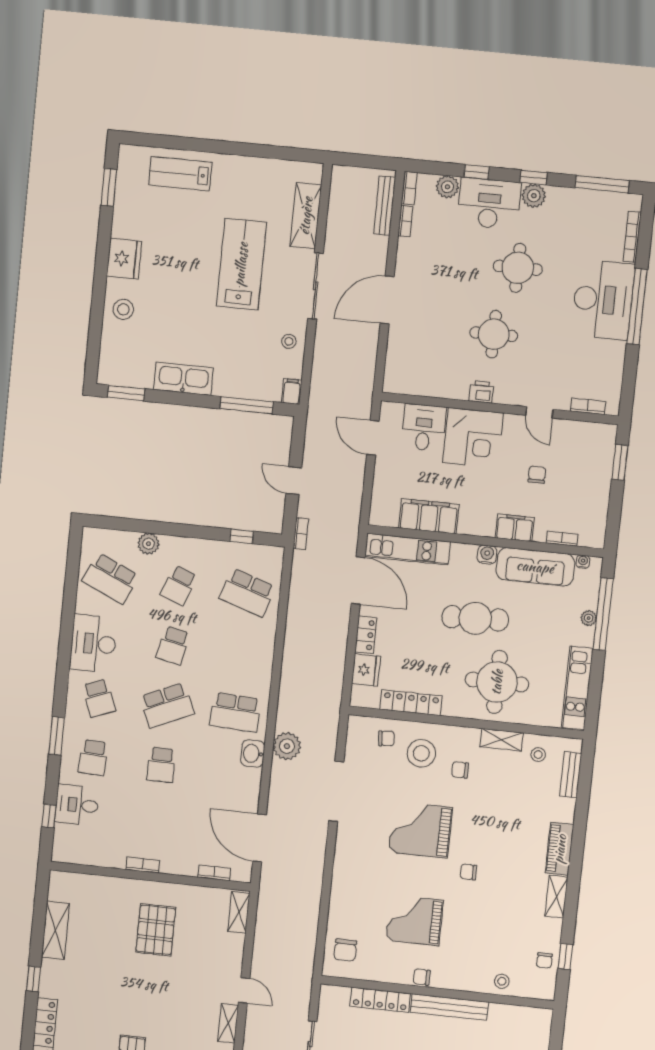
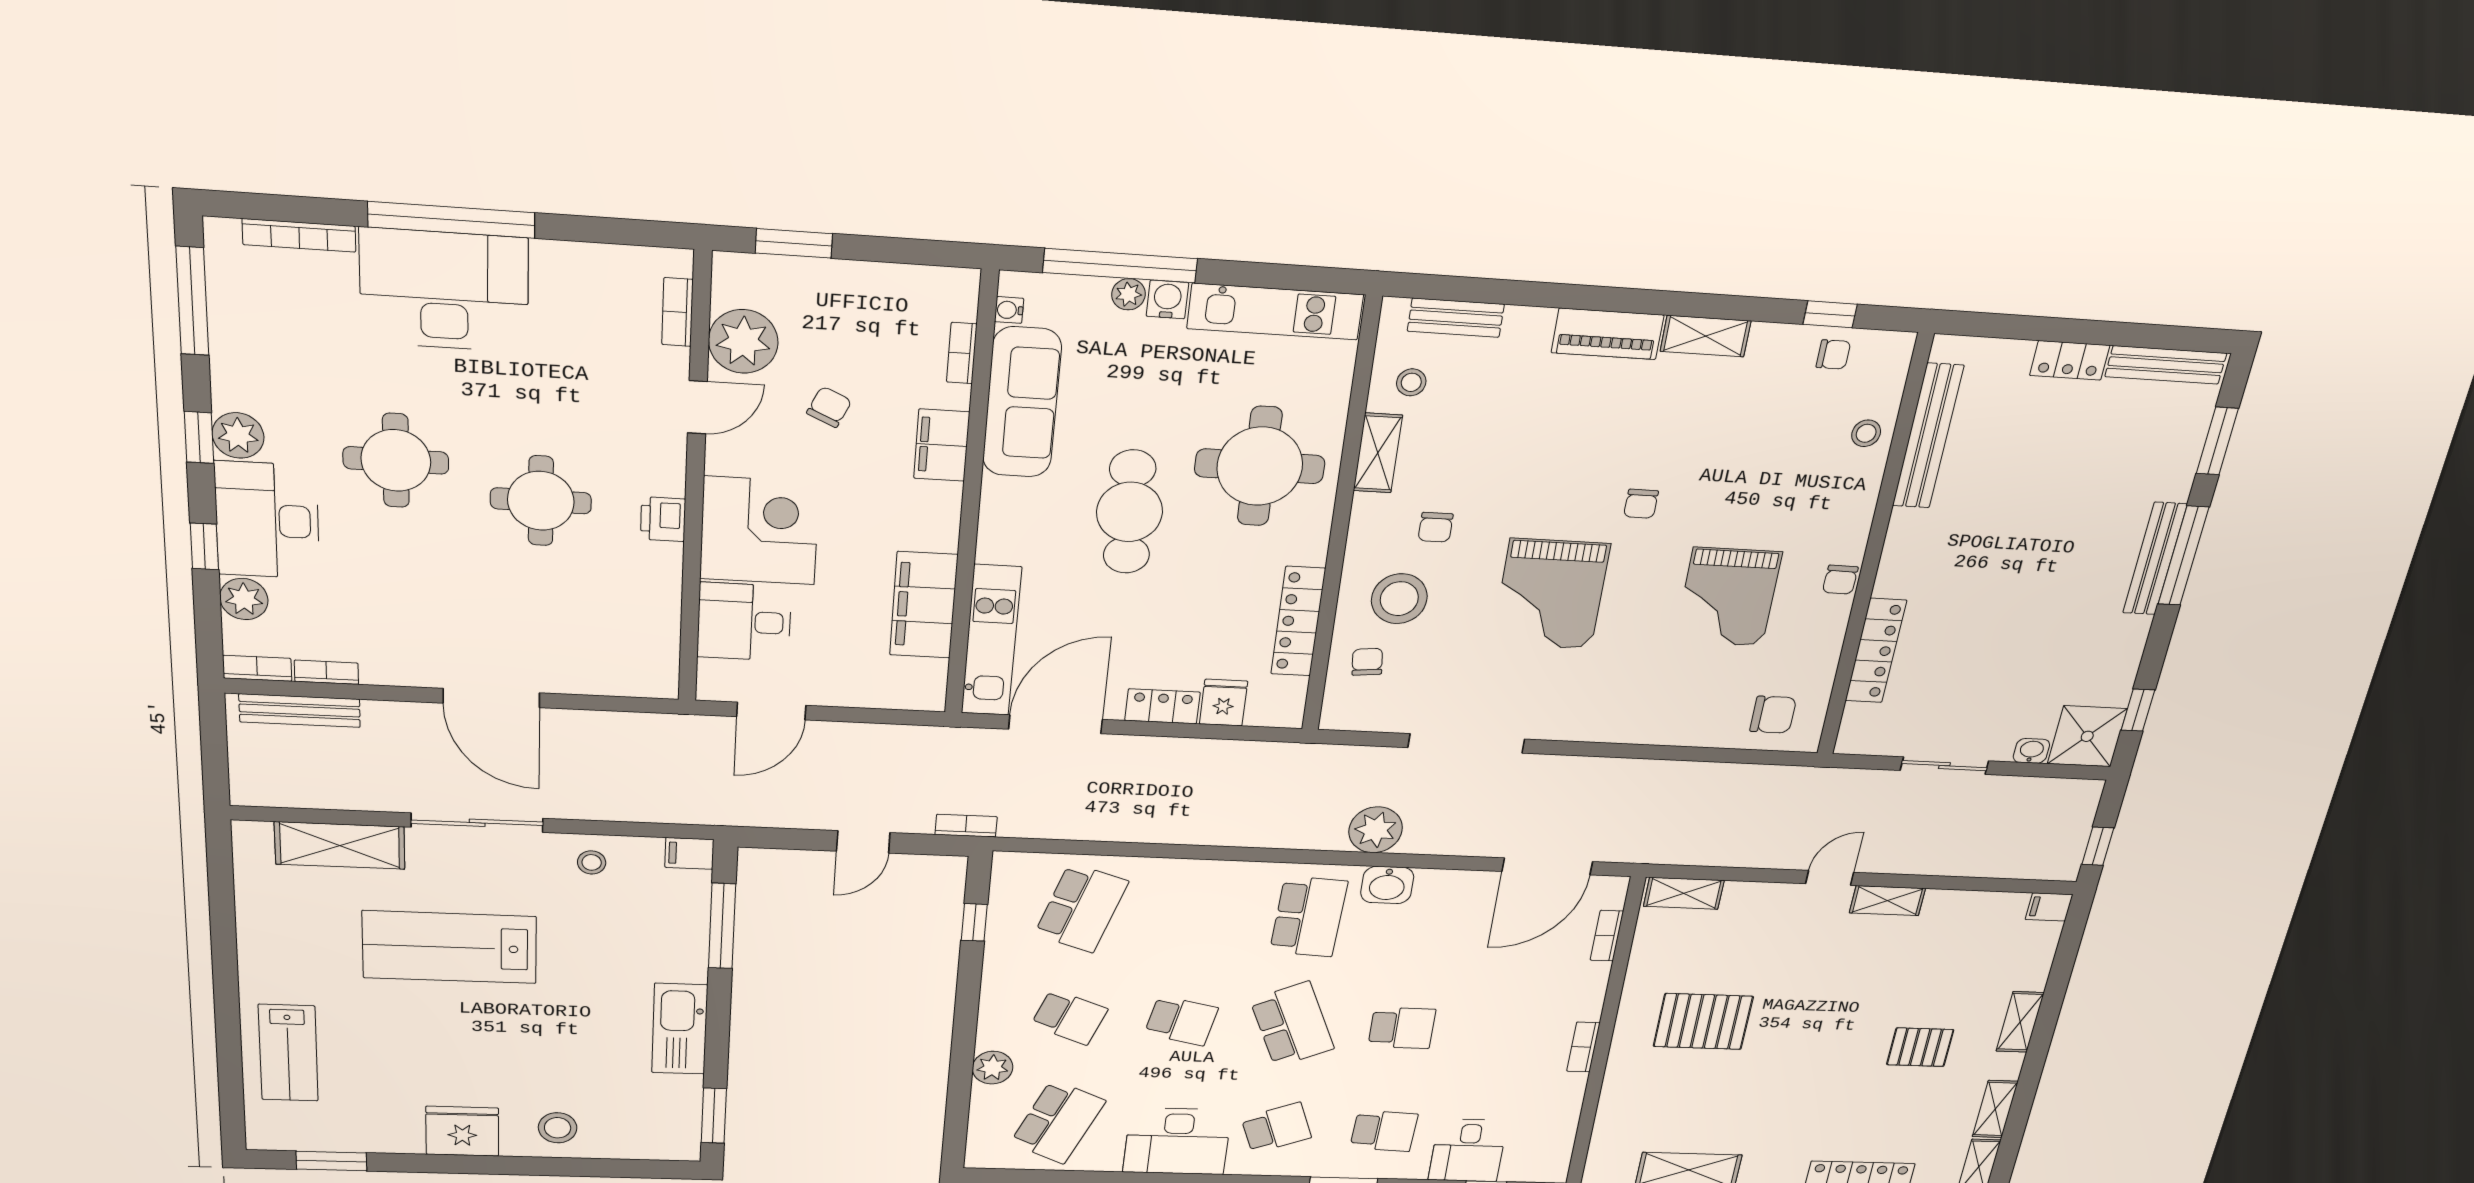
plant: (572, 436) -> (743, 341), added
chair: (537, 475) -> (829, 407), turned 115
water cooler: (487, 555) -> (1167, 299), moved, turned 90
fridge: (366, 670) -> (1224, 703), width x0.72
bench: (449, 1007) -> (1928, 436), moved

